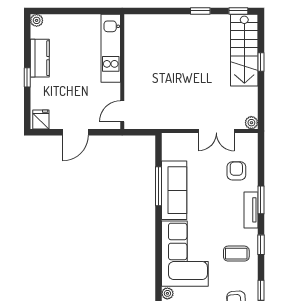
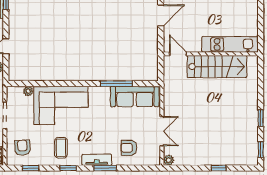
stairs: (244, 50) -> (217, 67), moved, turned 180
double door: (216, 131) -> (162, 131), swing flipped
door: (75, 132) -> (161, 15), swing flipped
armchair: (236, 171) -> (129, 148), turned 180
sofa: (174, 190) -> (135, 97), moved

